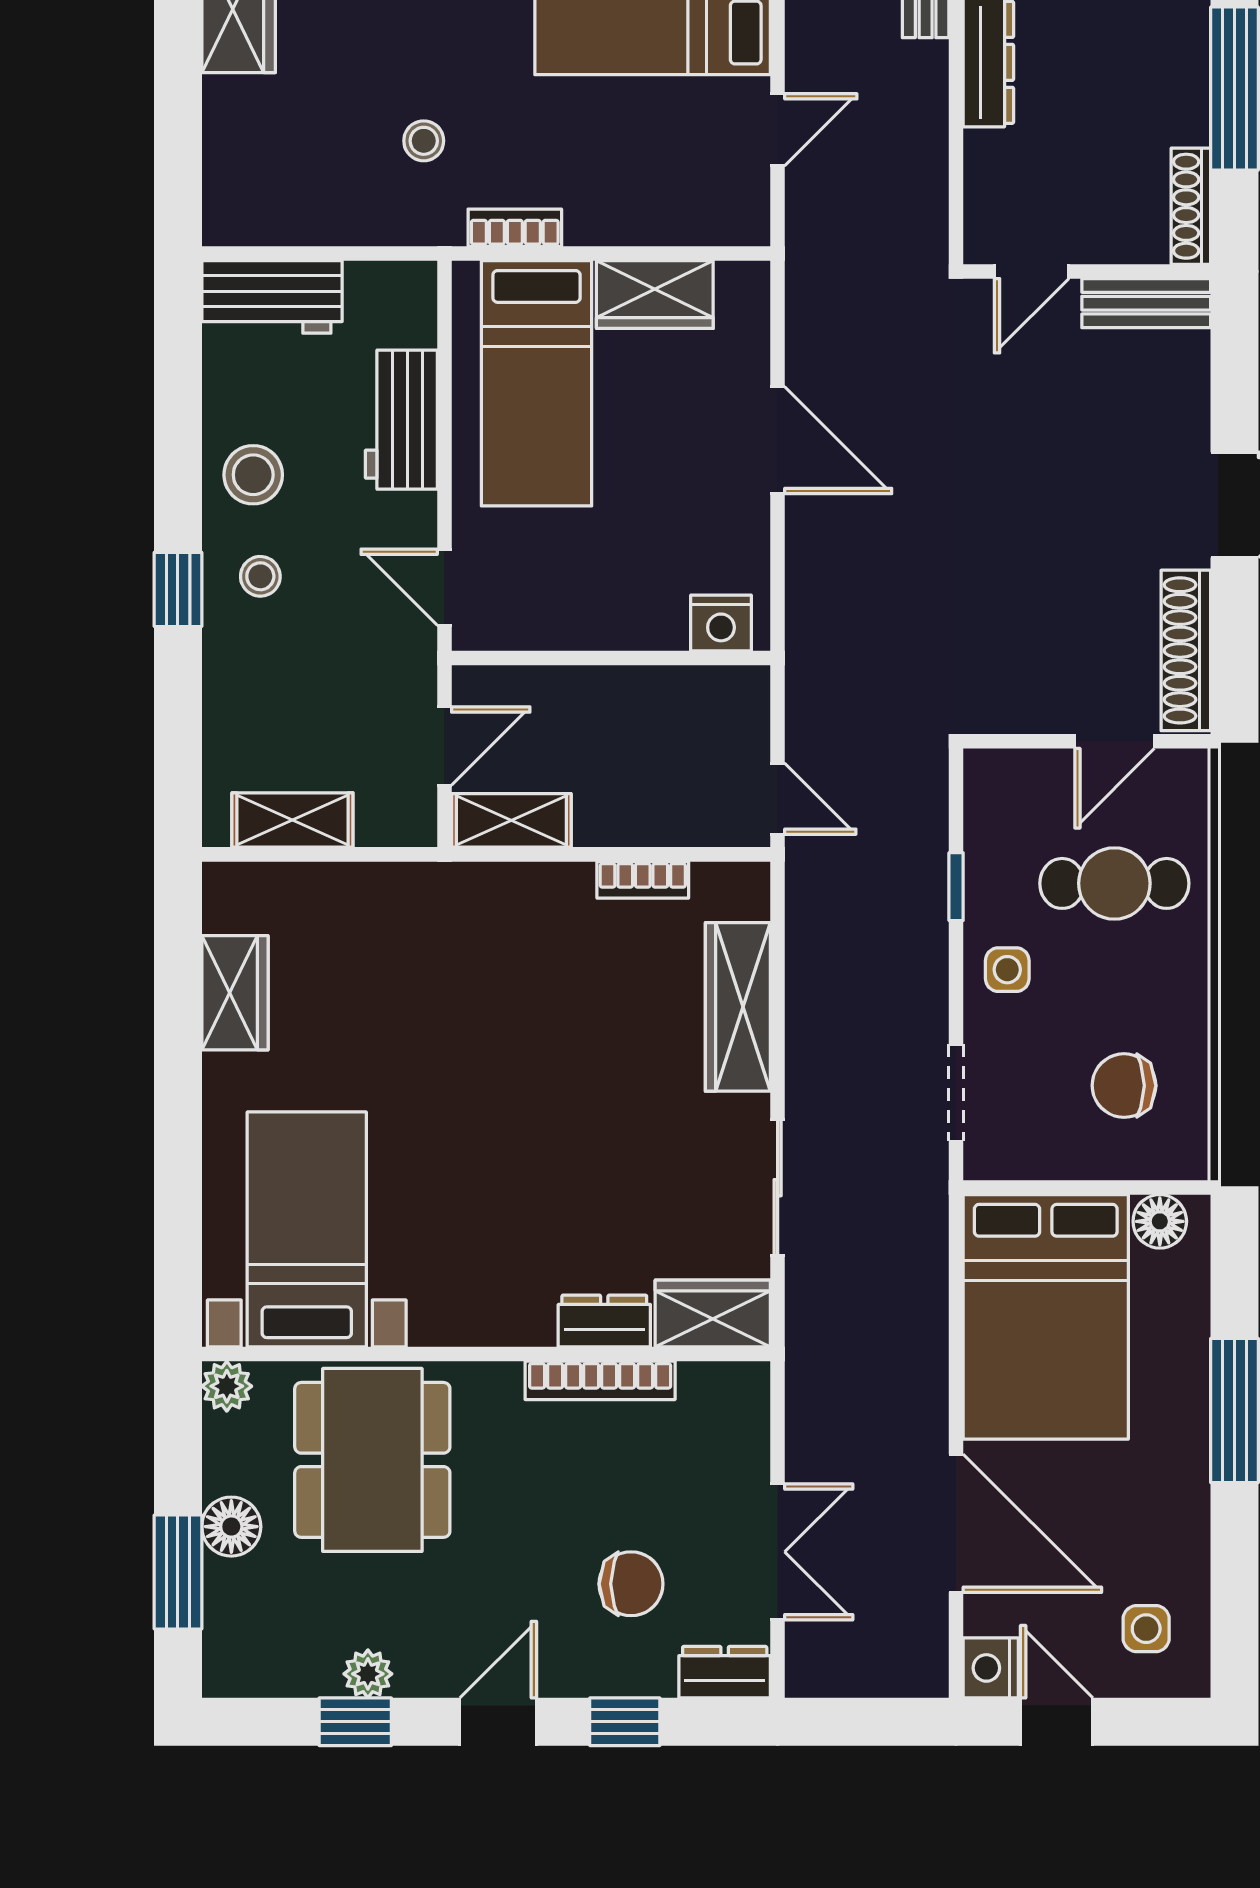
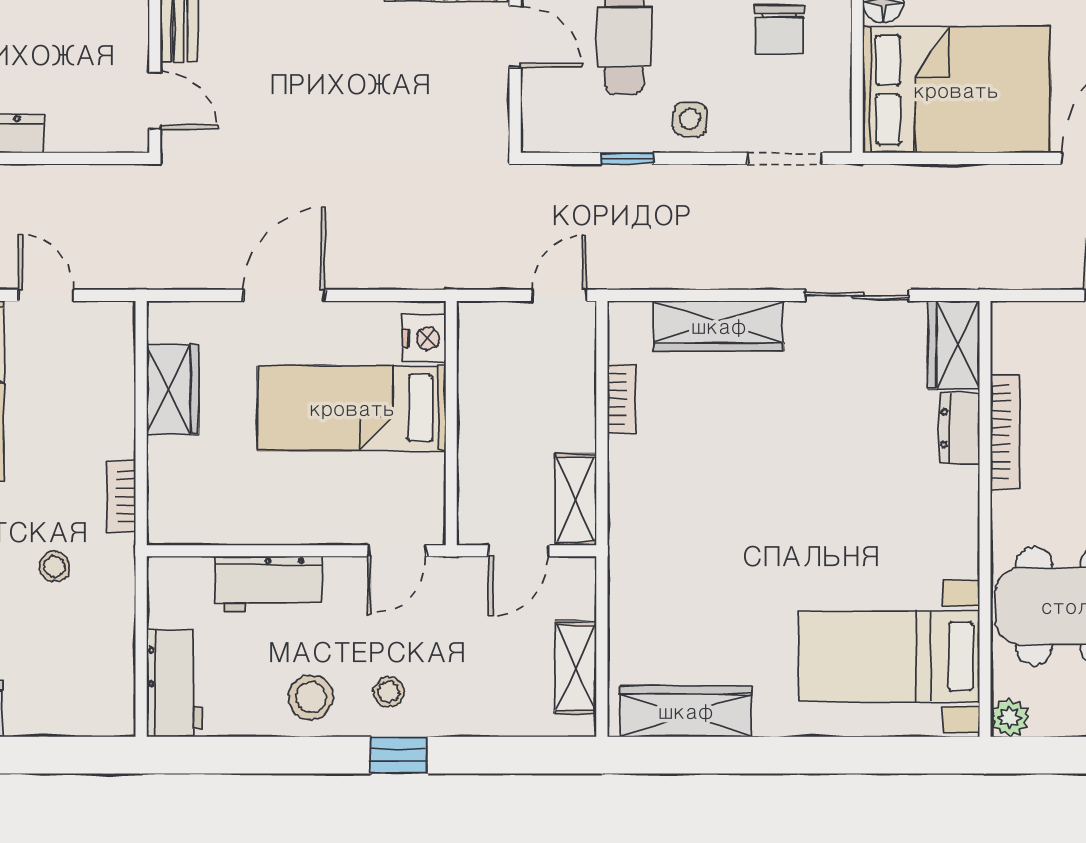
bed: (537, 383) -> (352, 408), moved, turned 180
door: (444, 746) -> (519, 551), swing flipped
wardrobe: (235, 993) -> (686, 711), width x1.50

